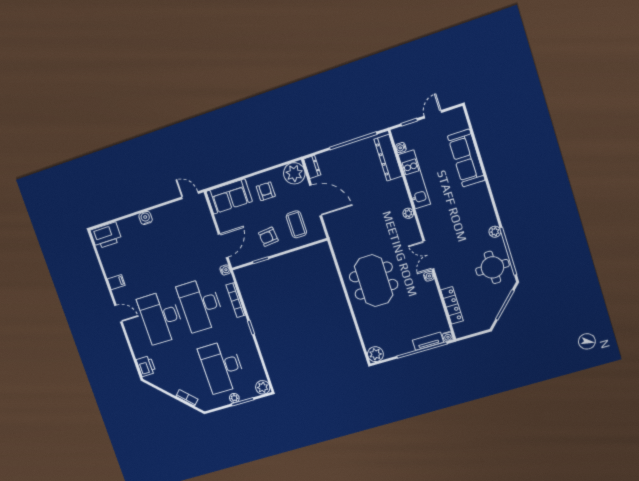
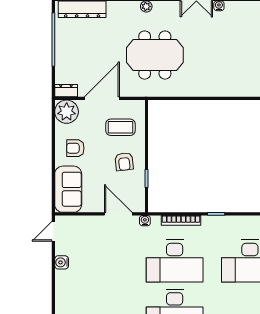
water cooler: (146, 218) -> (62, 262), moved
meeting table: (374, 281) -> (155, 55), moved

